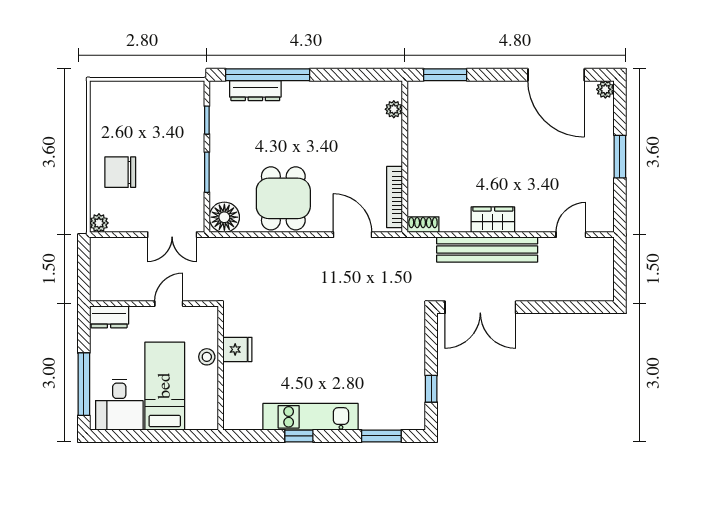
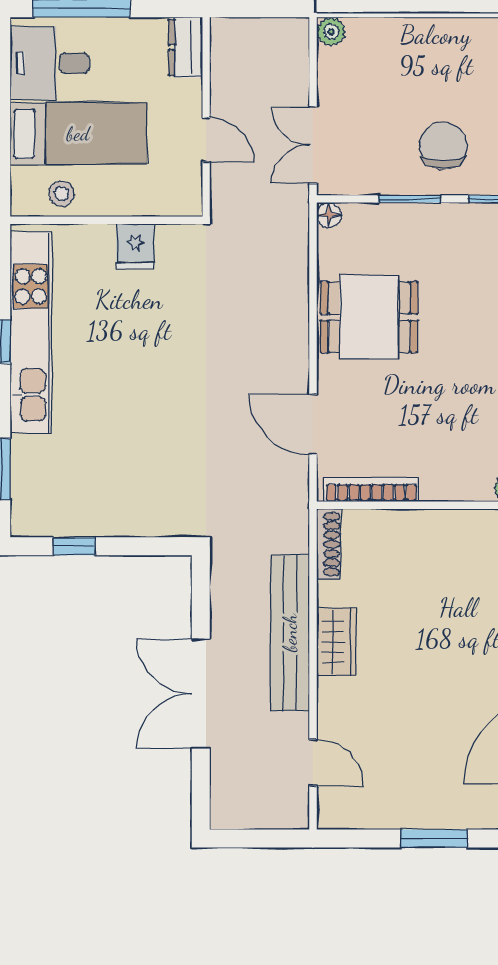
chair: (120, 172) -> (443, 146), moved
floor lamp: (224, 217) -> (329, 215), width x0.53, depth x0.53
shoe rack: (423, 225) -> (329, 544), width x1.43
door: (352, 235) -> (313, 424), swing flipped
double door: (480, 307) -> (201, 694), moved
stool: (207, 357) -> (62, 194), moved
kitchen unit: (311, 417) -> (31, 333), width x1.36

